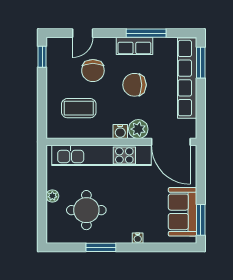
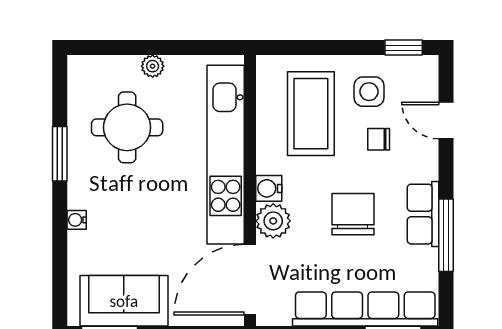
chair: (93, 71) -> (379, 139), width x0.54, depth x0.54
side table: (67, 76) -> (369, 92), added
coffee table: (79, 108) -> (311, 114), width x1.36, depth x1.32

